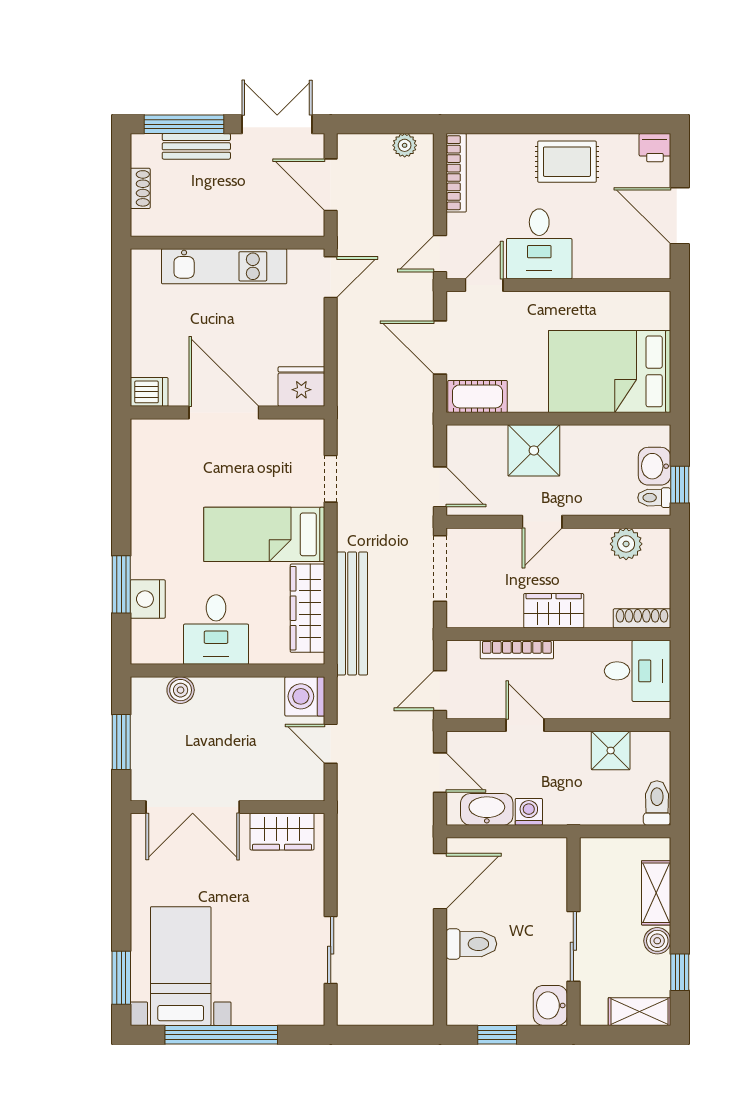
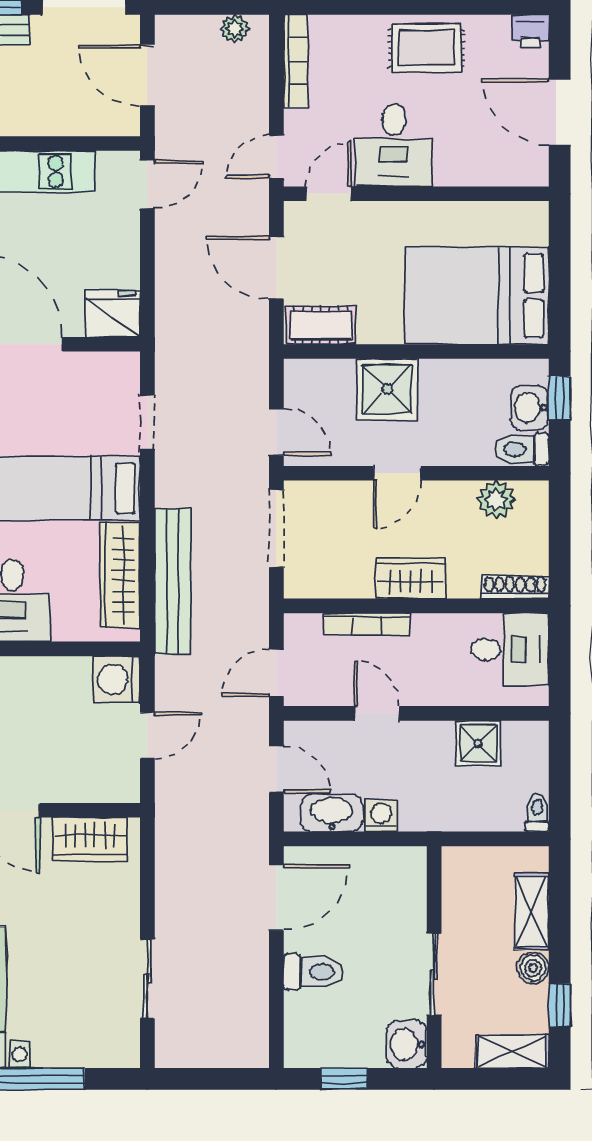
window: (680, 485) -> (560, 398), moved
toilet: (654, 498) -> (522, 449), width x1.37, depth x1.39
door: (331, 744) -> (147, 735), swing flipped
toilet: (657, 803) -> (537, 813), width x0.73, depth x0.72

